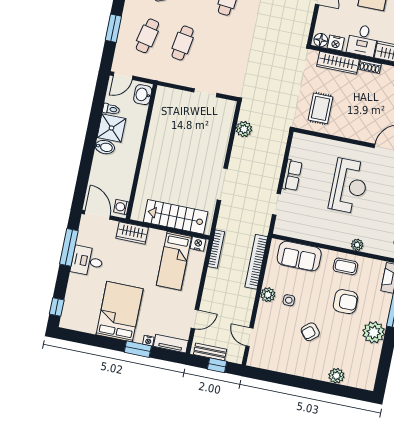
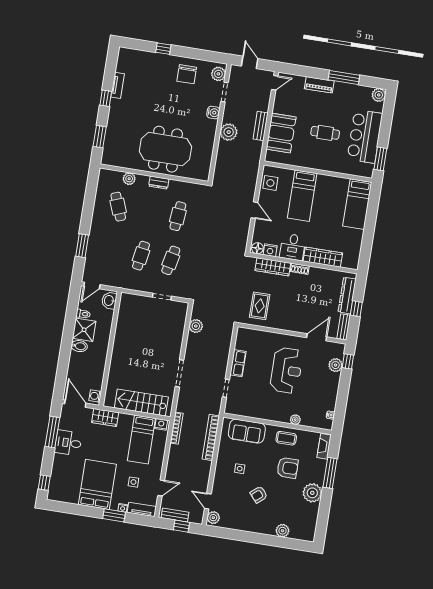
cafe table: (147, 36) -> (171, 260), moved
plant: (268, 295) -> (213, 518), moved
side table: (162, 311) -> (133, 482), added

